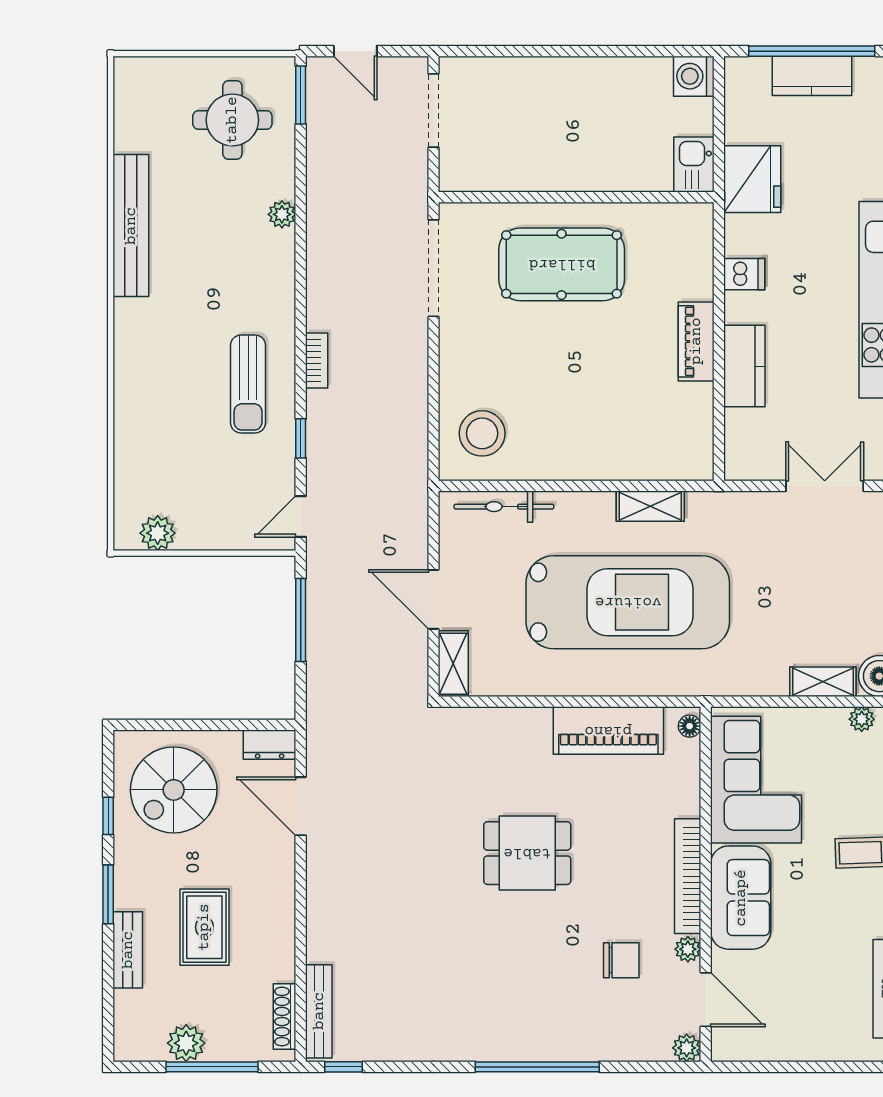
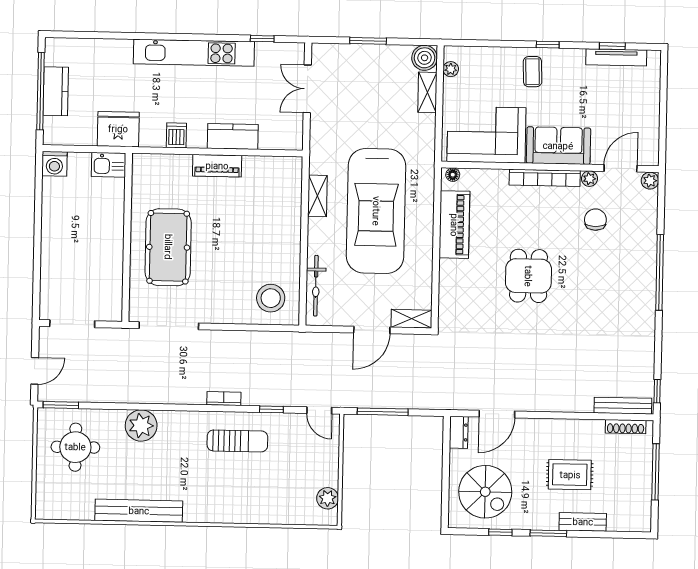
plant: (282, 214) -> (141, 426), width x1.87, depth x1.87
car: (628, 602) -> (376, 211), turned 180
plant: (186, 1043) -> (641, 487), removed

